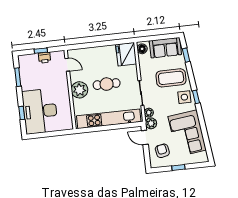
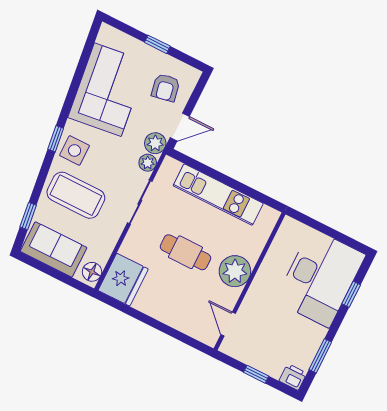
printer: (44, 58) -> (293, 377), moved
kitchen unit: (109, 119) -> (218, 195), width x0.73
door: (145, 137) -> (180, 127), hinge flipped

